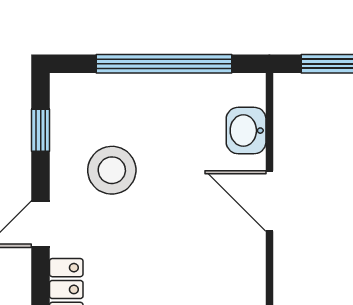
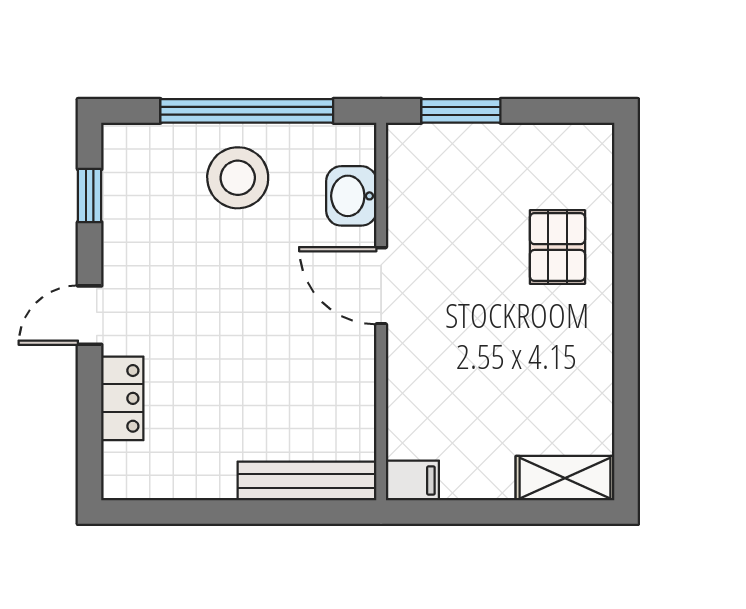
stool: (112, 170) -> (238, 178), moved

